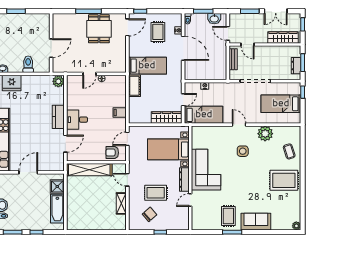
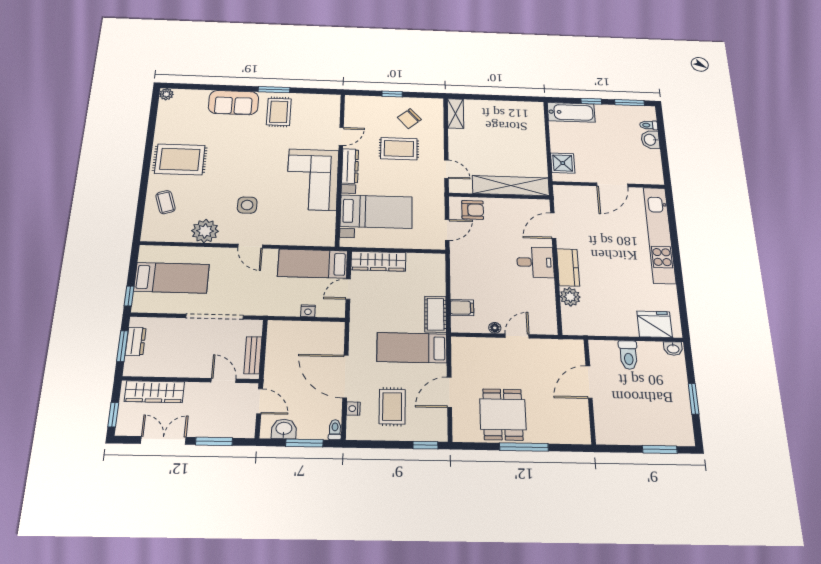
door: (127, 27) -> (449, 392), moved
plant: (58, 81) -> (570, 297), moved
filing cabinet: (120, 113) -> (462, 308), moved
shelving: (121, 203) -> (456, 114), moved
bathtub: (57, 209) -> (571, 112), moved, turned 90

